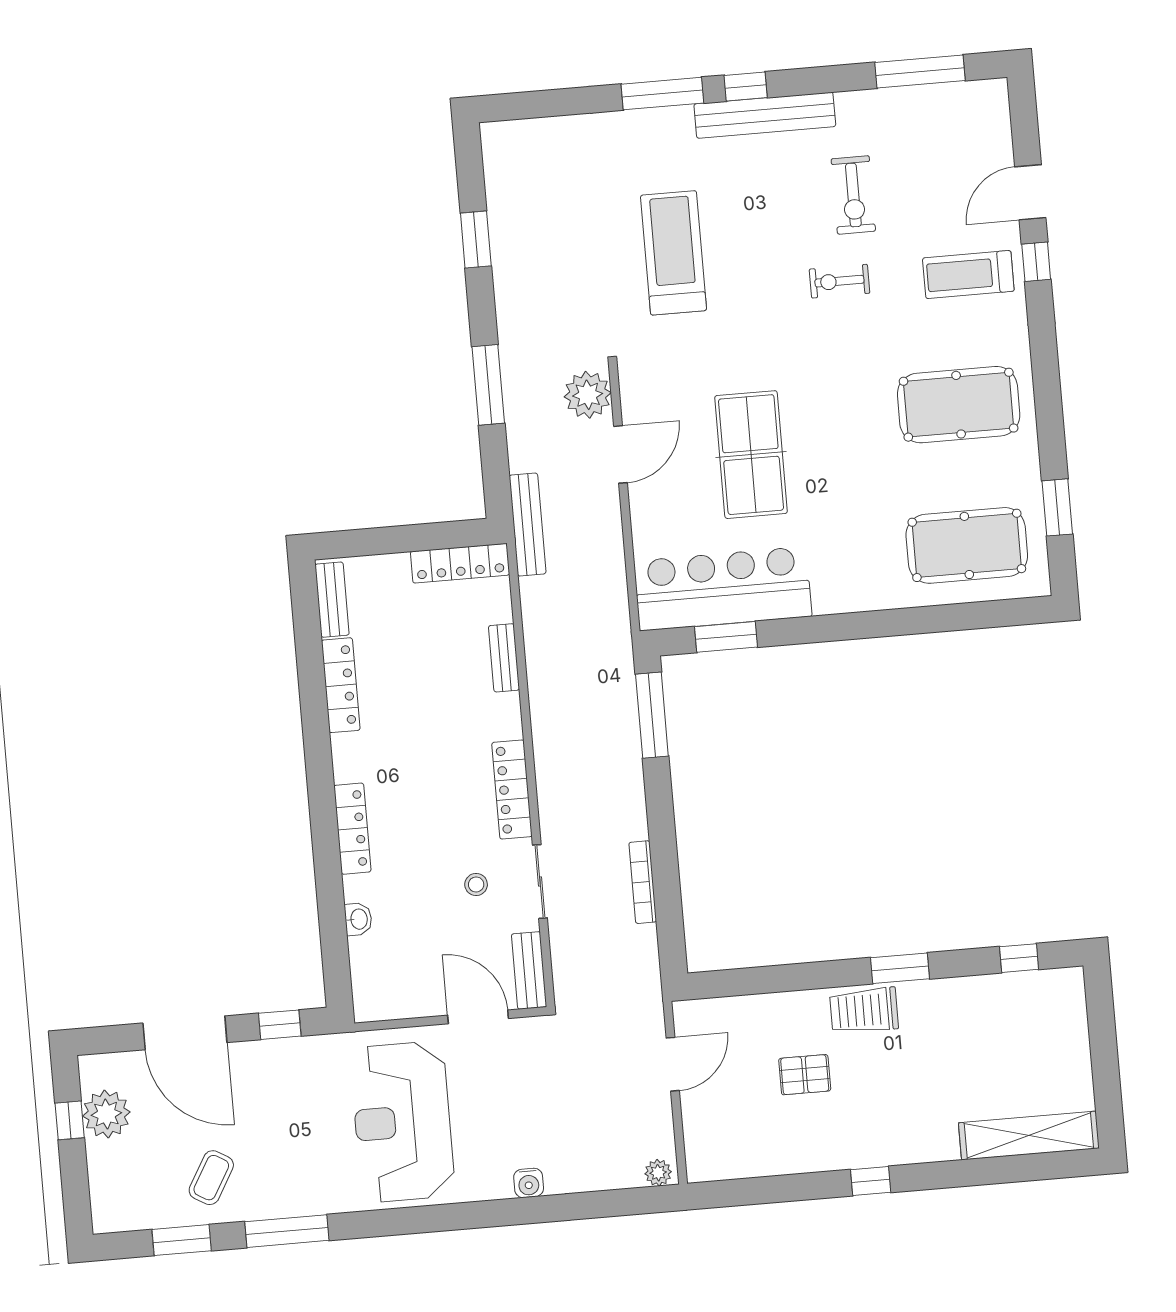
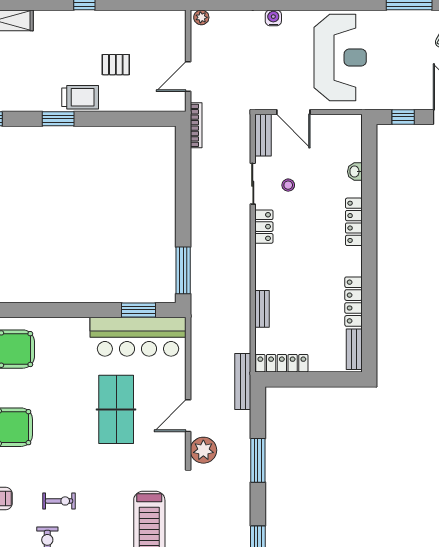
locker: (512, 789) -> (264, 227), width x0.66
bookcase: (643, 882) -> (196, 125), moved

